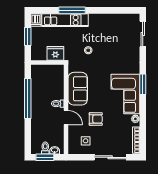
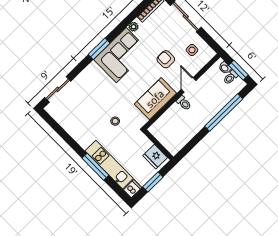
fridge: (55, 53) -> (155, 157), moved
window: (28, 98) -> (224, 112), moved

